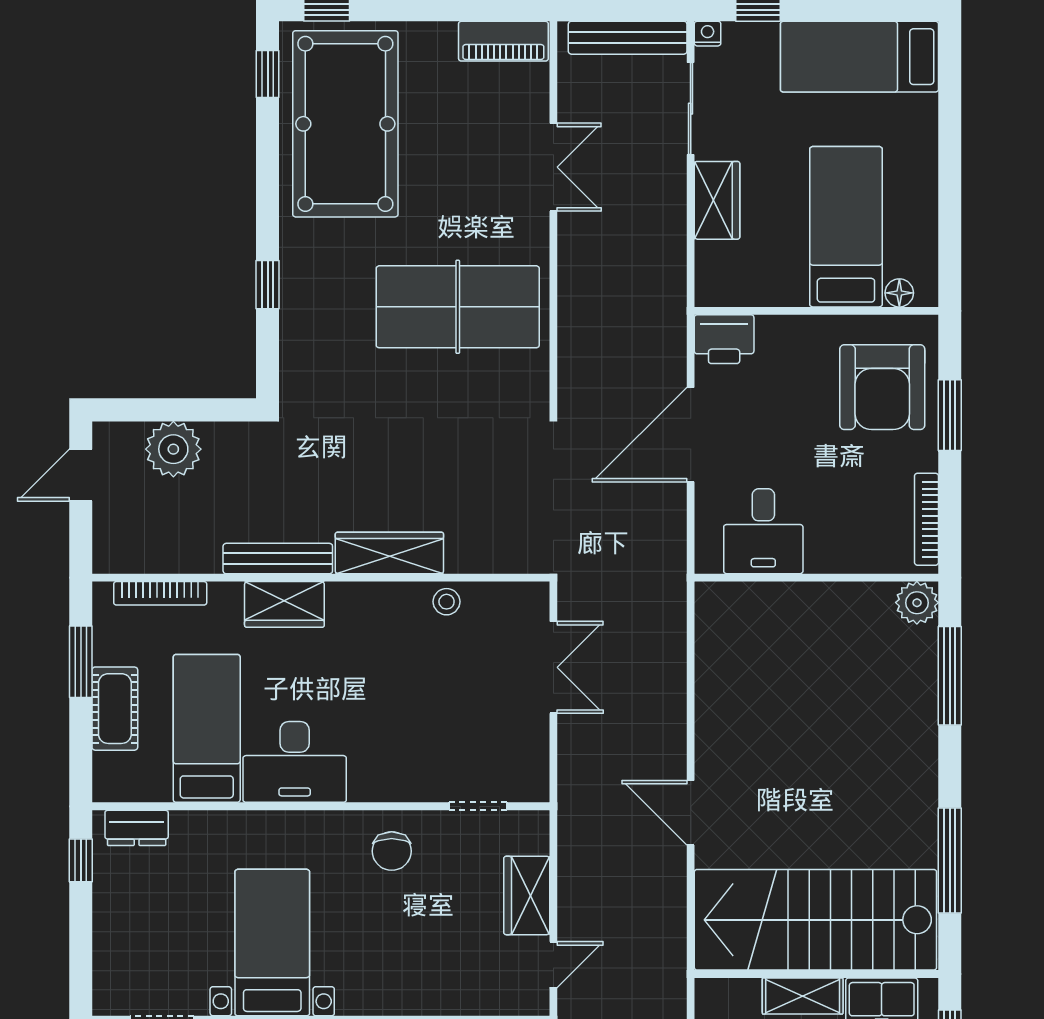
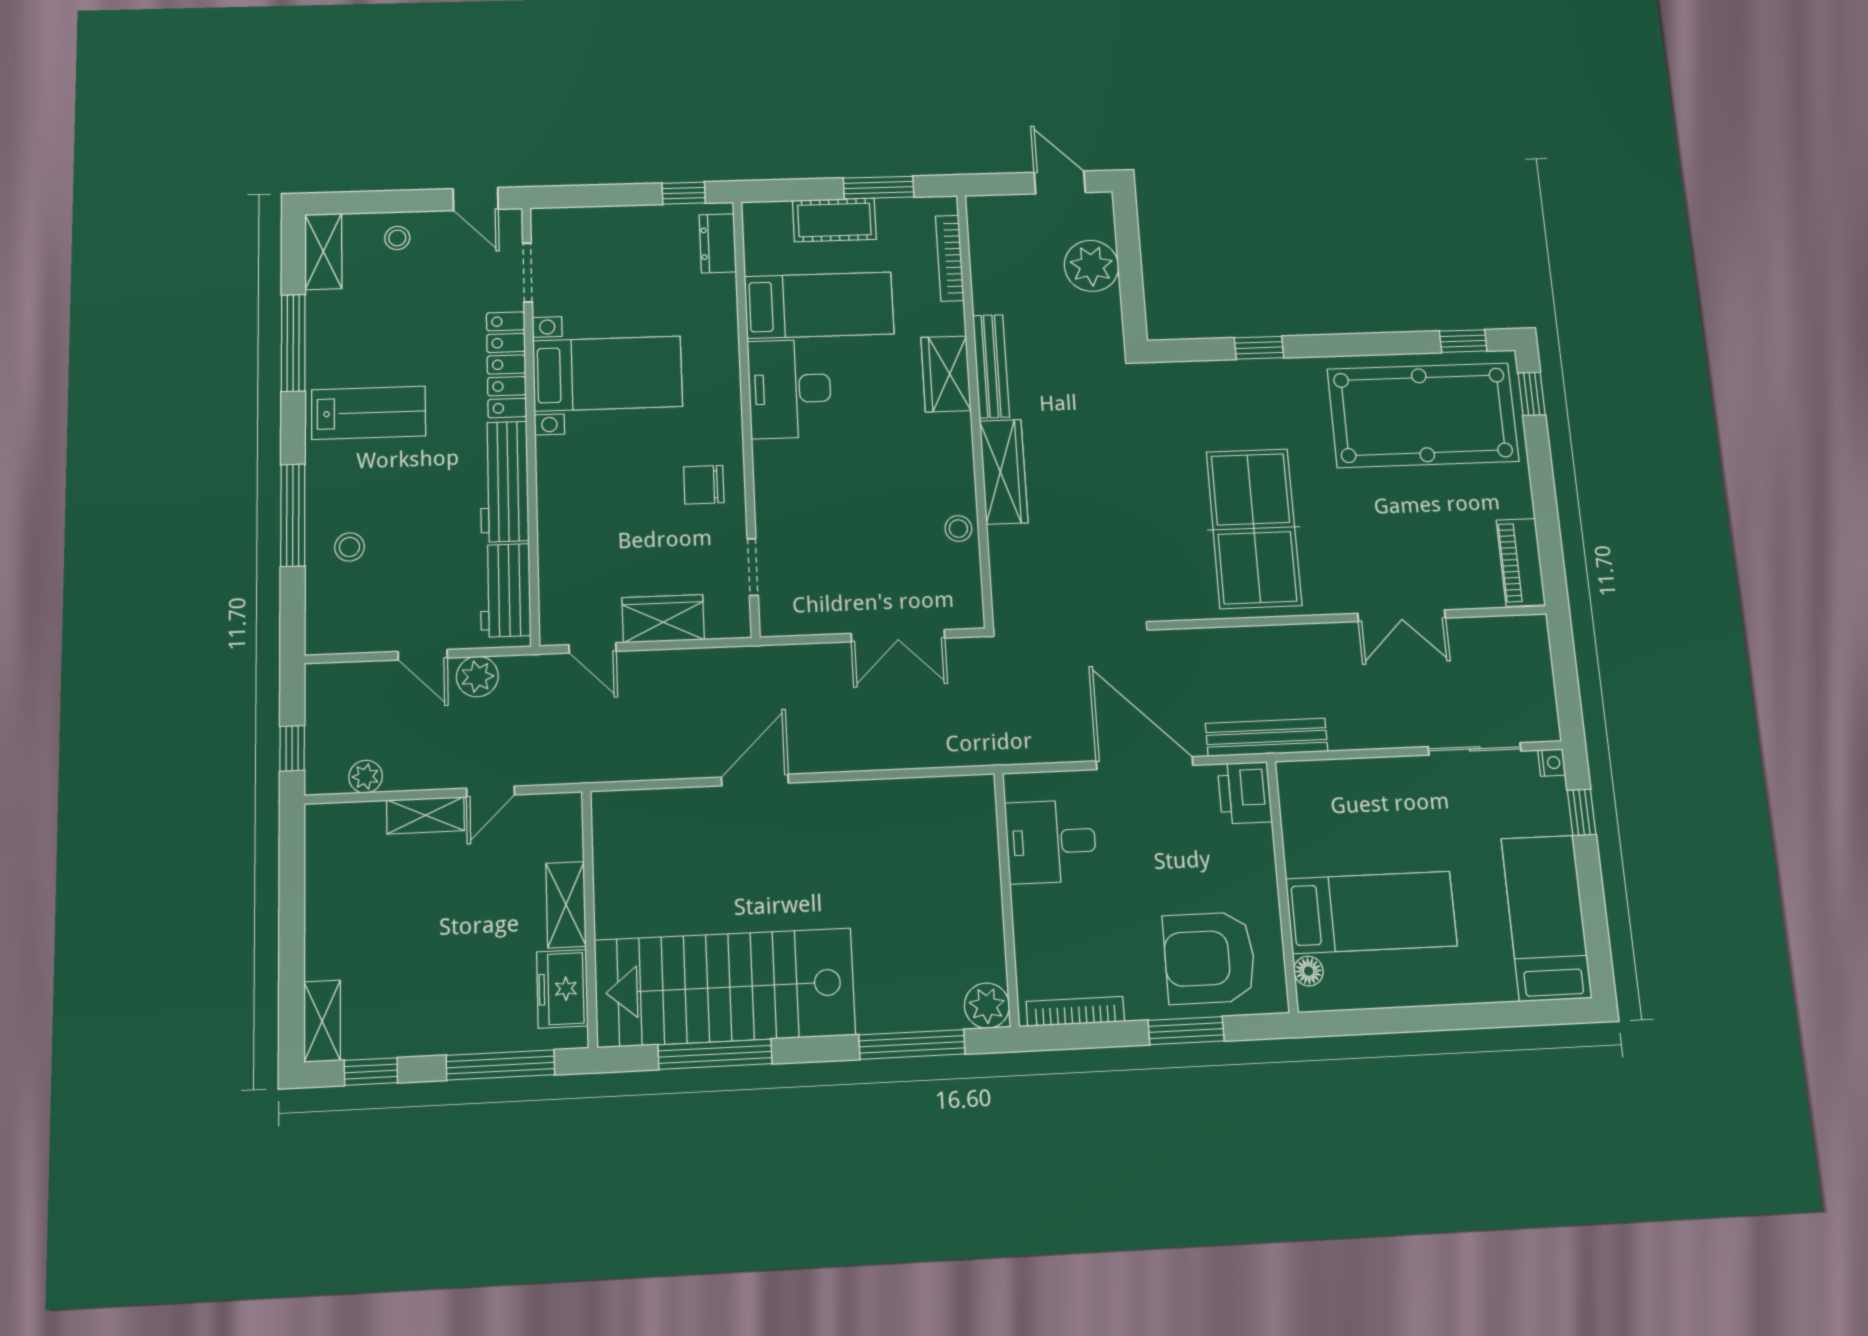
bench: (628, 38) -> (1267, 737), moved, turned 90
wardrobe: (717, 200) -> (1385, 779), removed
stairs: (815, 920) -> (725, 987), moved, turned -90

